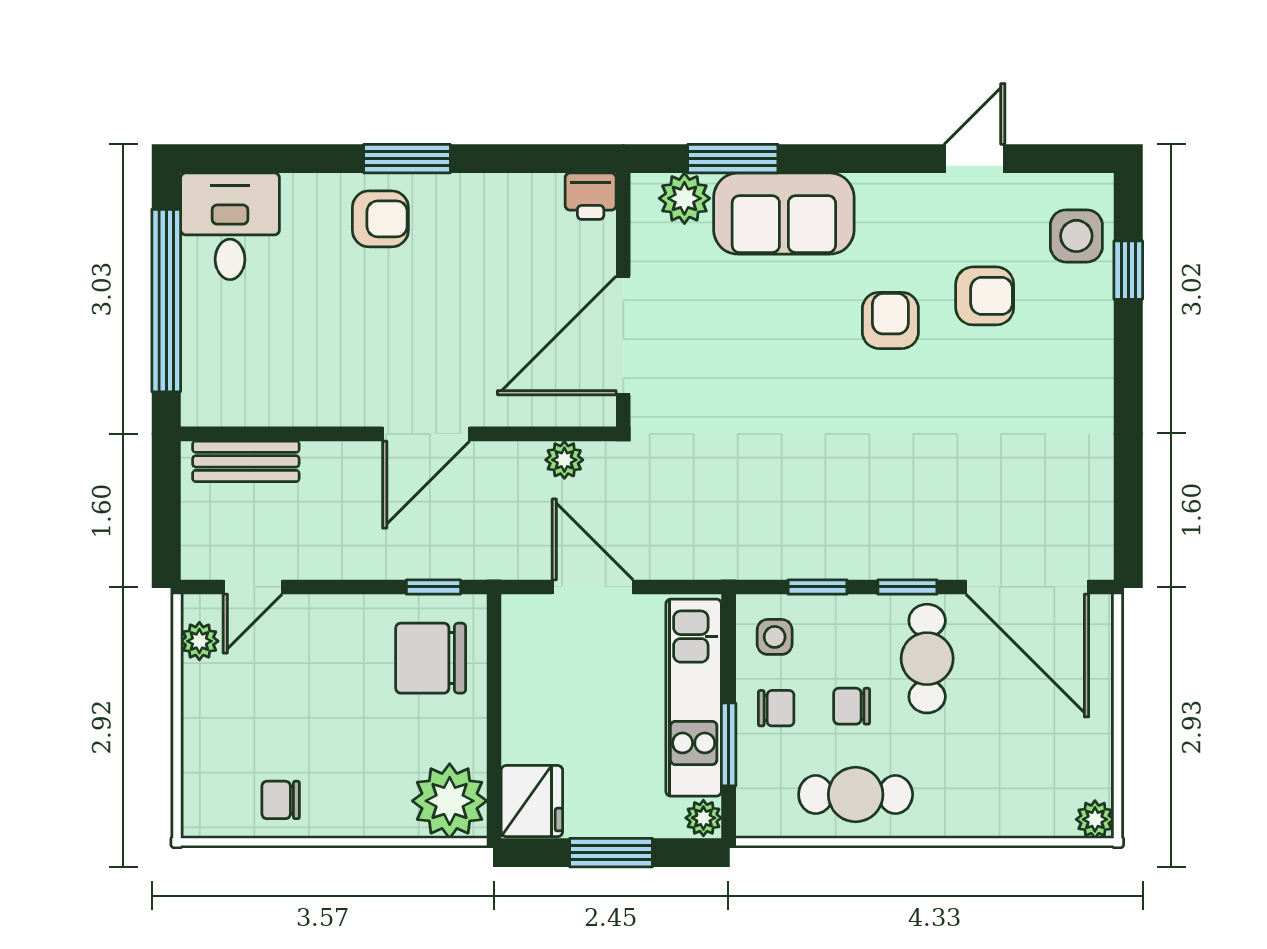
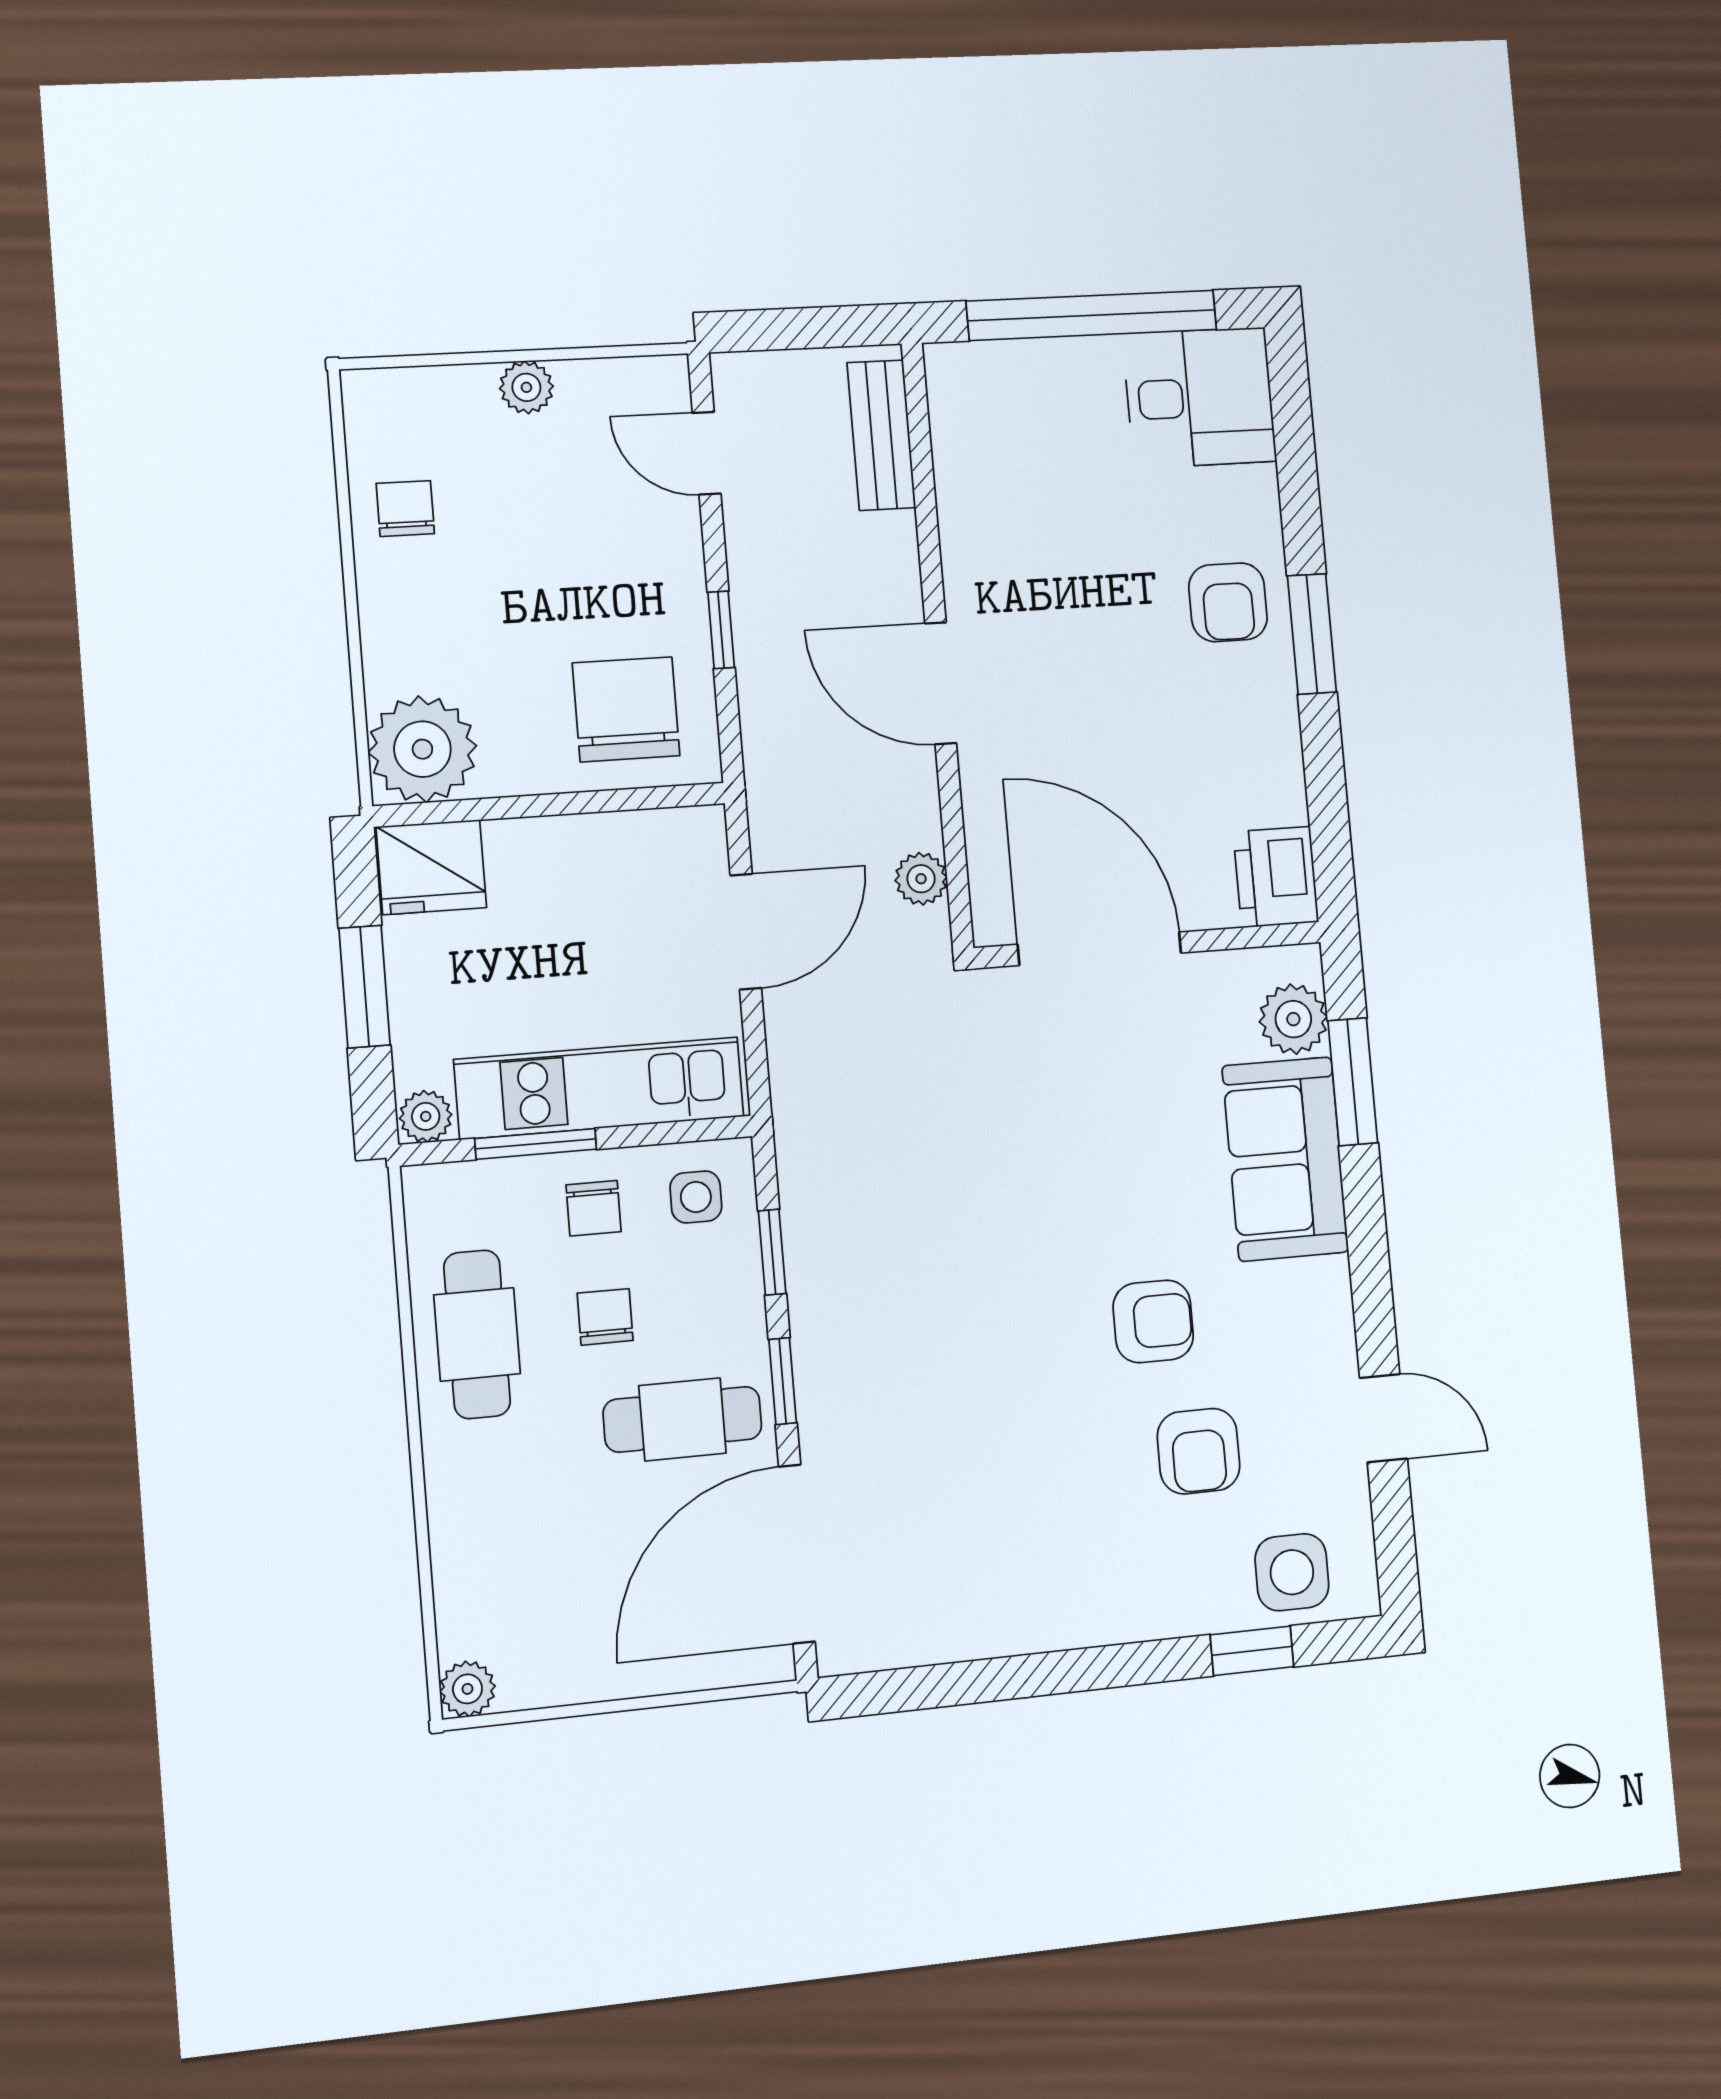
printer: (591, 196) -> (1276, 877), width x1.36, depth x1.24
window: (433, 587) -> (721, 630), moved
plant: (199, 641) -> (526, 387), moved

